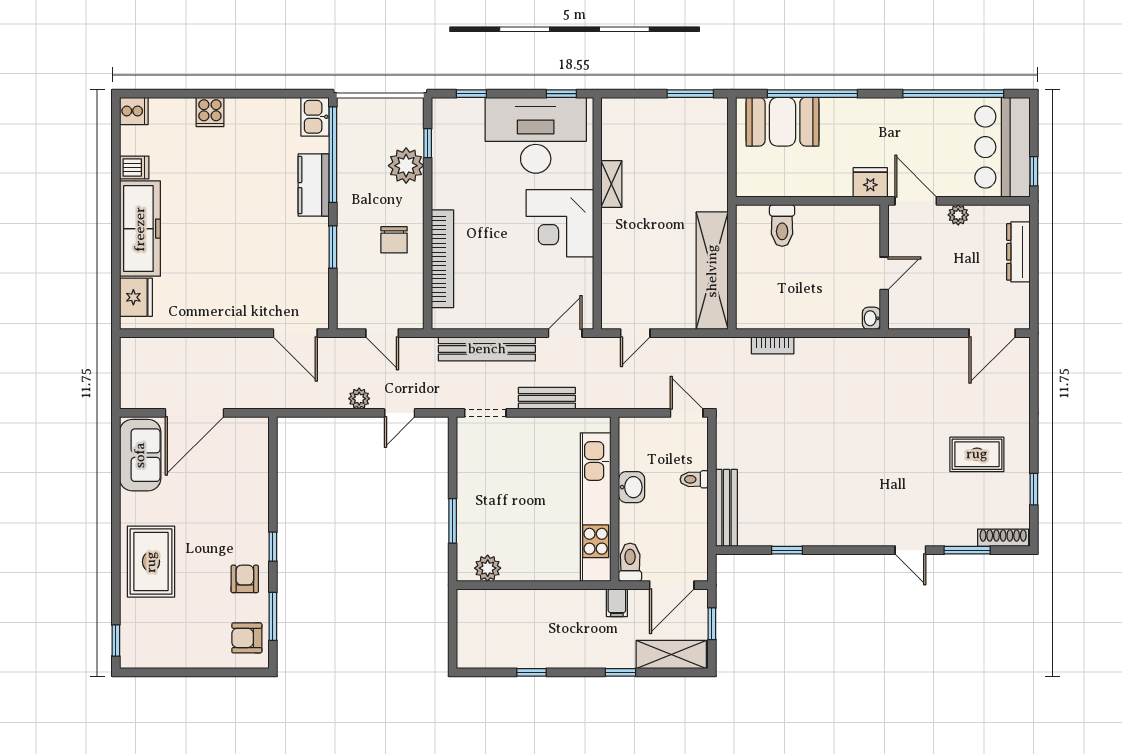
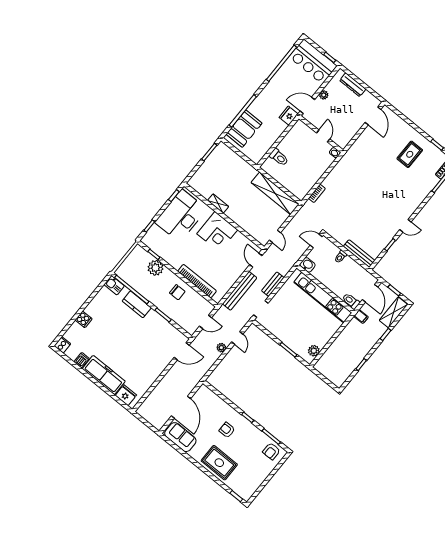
washbasin: (632, 487) -> (307, 265), moved
door: (910, 550) -> (405, 226), moved
armchair: (245, 579) -> (227, 430), moved

